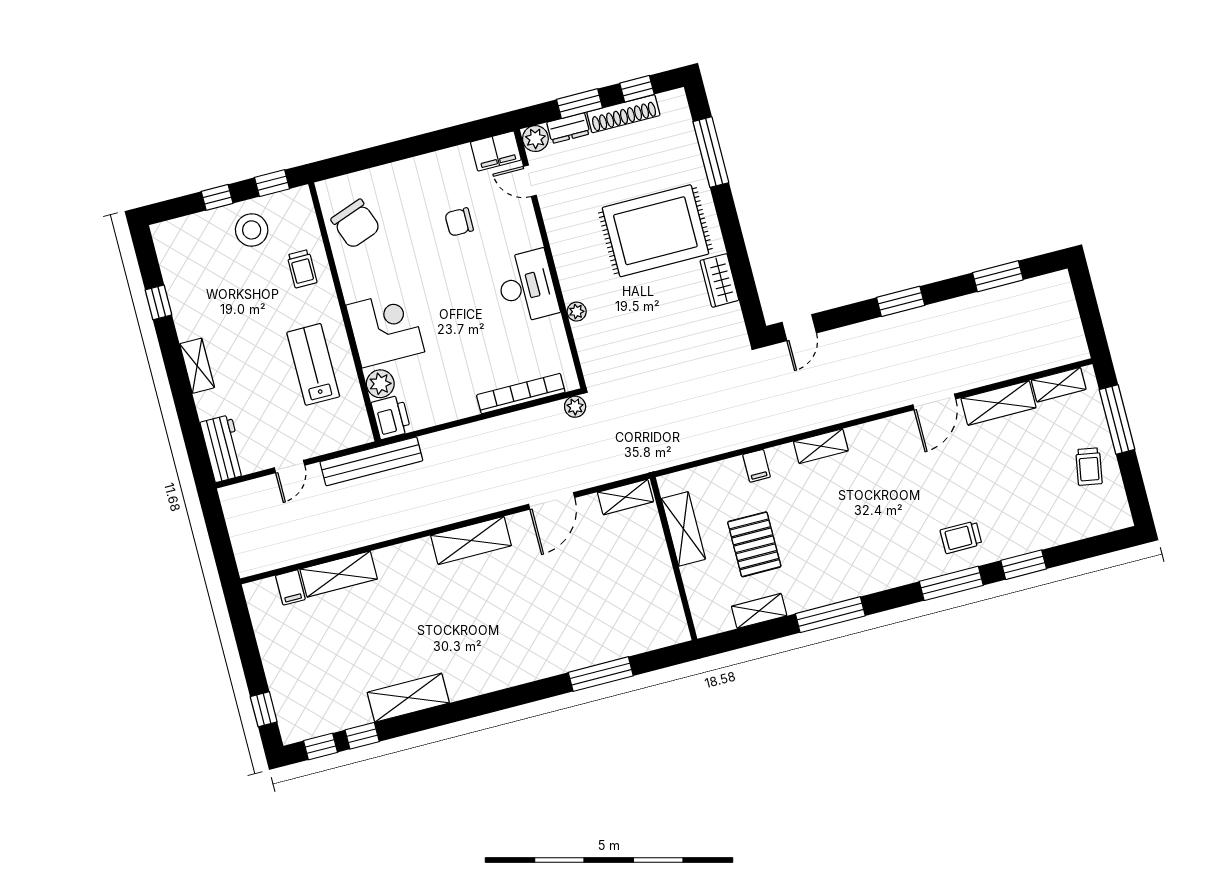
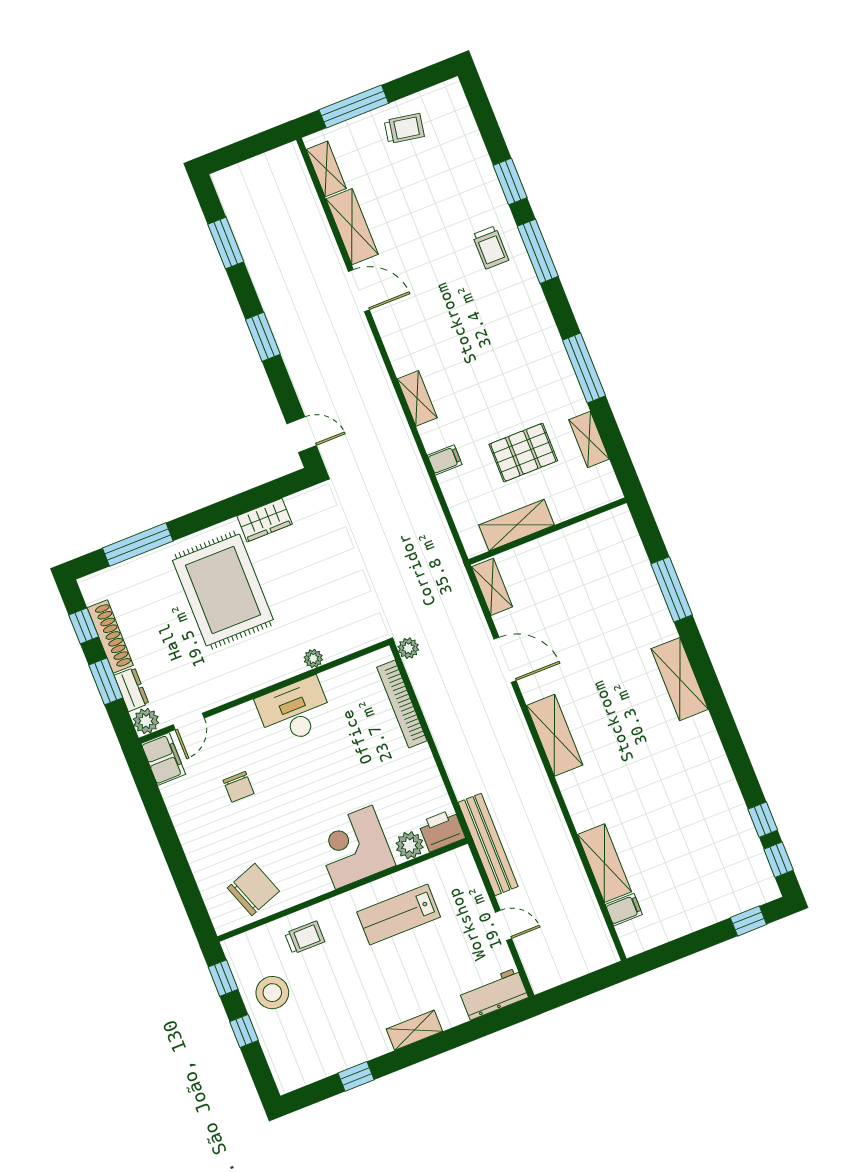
shelving: (408, 698) -> (680, 679), moved

